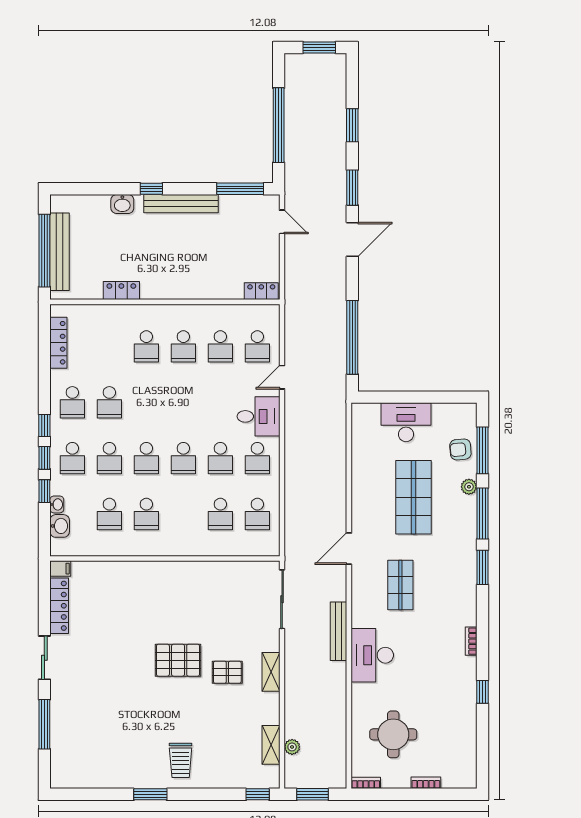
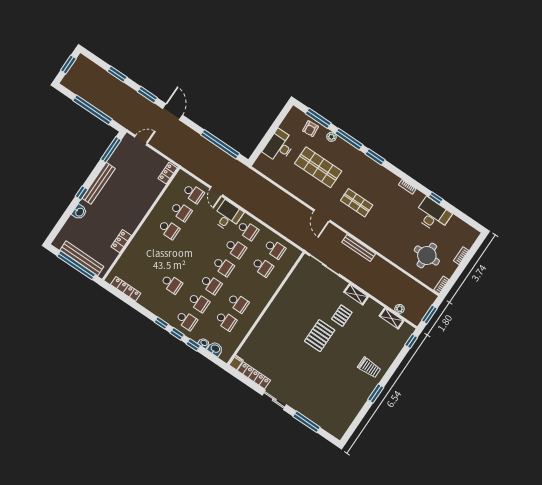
school desk: (146, 346) -> (157, 247), removed
school desk: (72, 402) -> (159, 302), removed
desk: (372, 655) -> (433, 215), moved, turned 180

